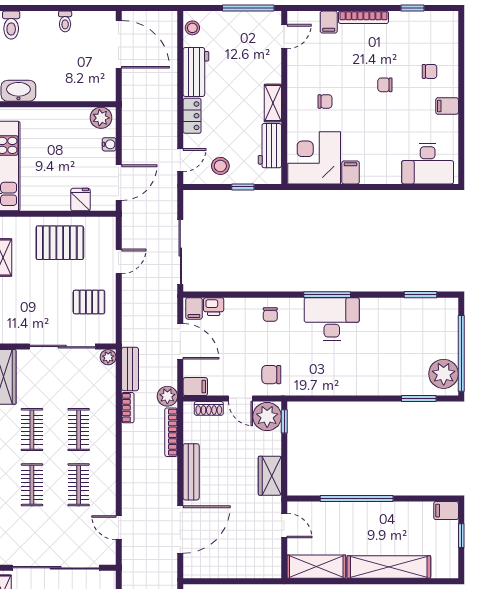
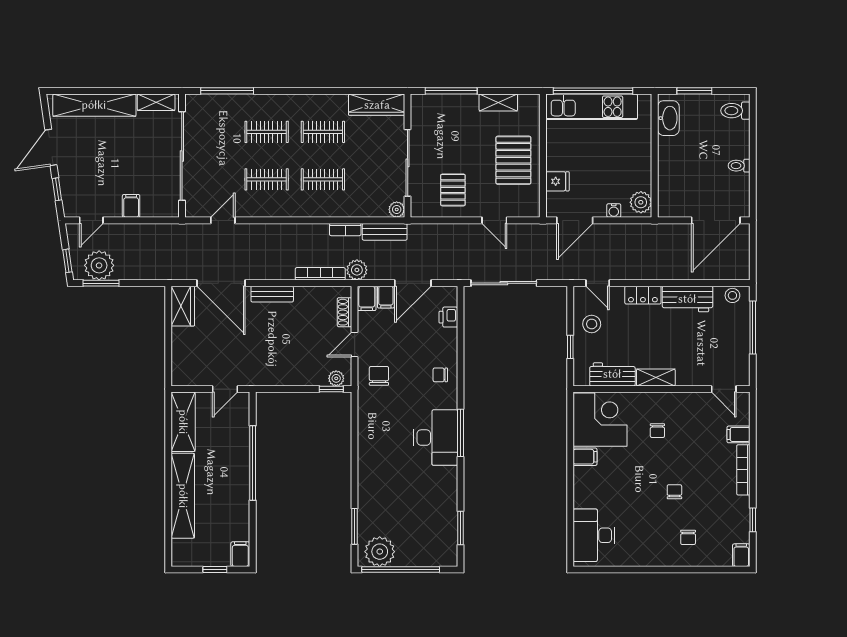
window: (248, 8) -> (753, 327), moved
filing cabinet: (447, 106) -> (741, 555), moved
door: (119, 183) -> (575, 220), hinge flipped
filing cabinet: (194, 308) -> (386, 297), moved, turned -90
plant: (267, 417) -> (336, 378), width x0.53, depth x0.53
bench: (191, 472) -> (272, 294), width x0.73
wardrobe: (270, 476) -> (183, 306), moved, turned 90

